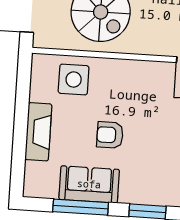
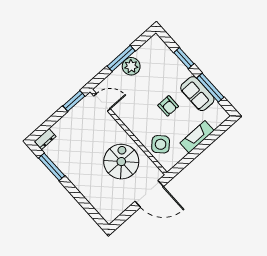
side table: (74, 79) -> (161, 144), turned 45

